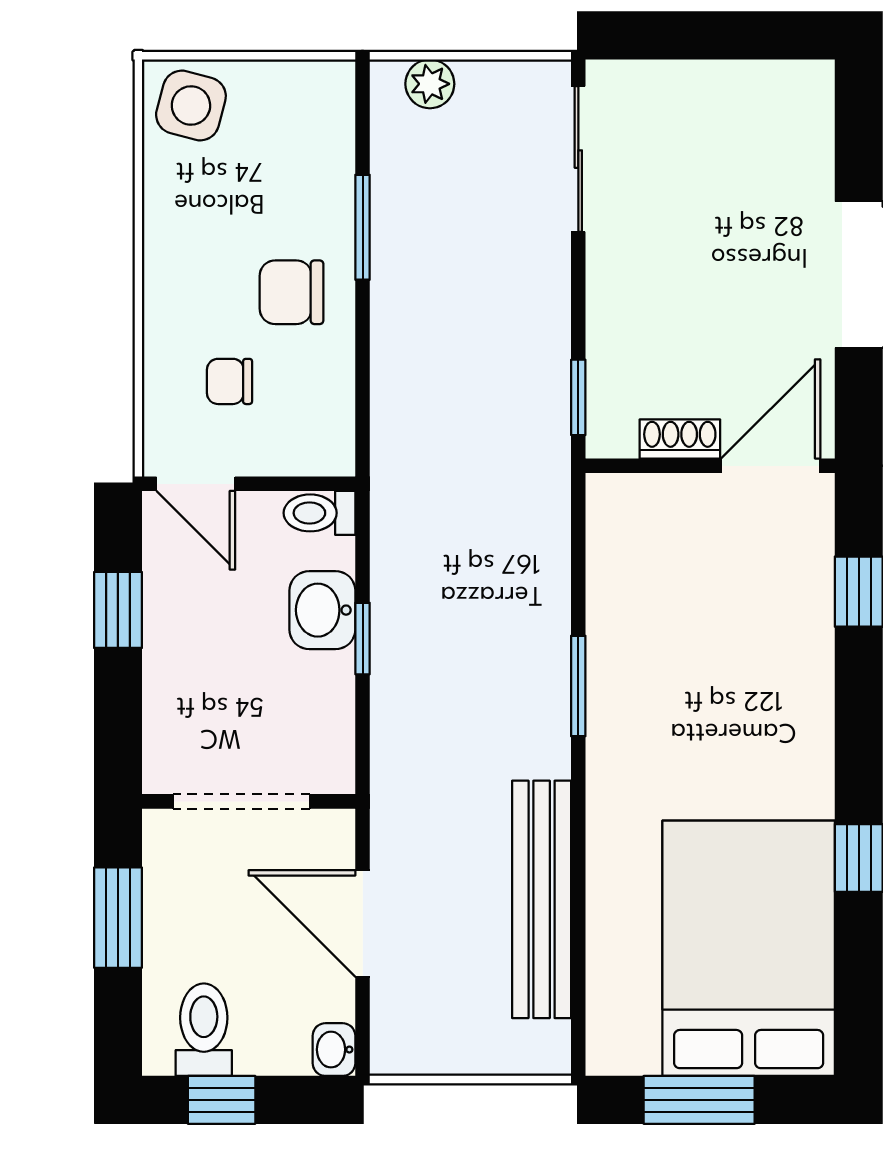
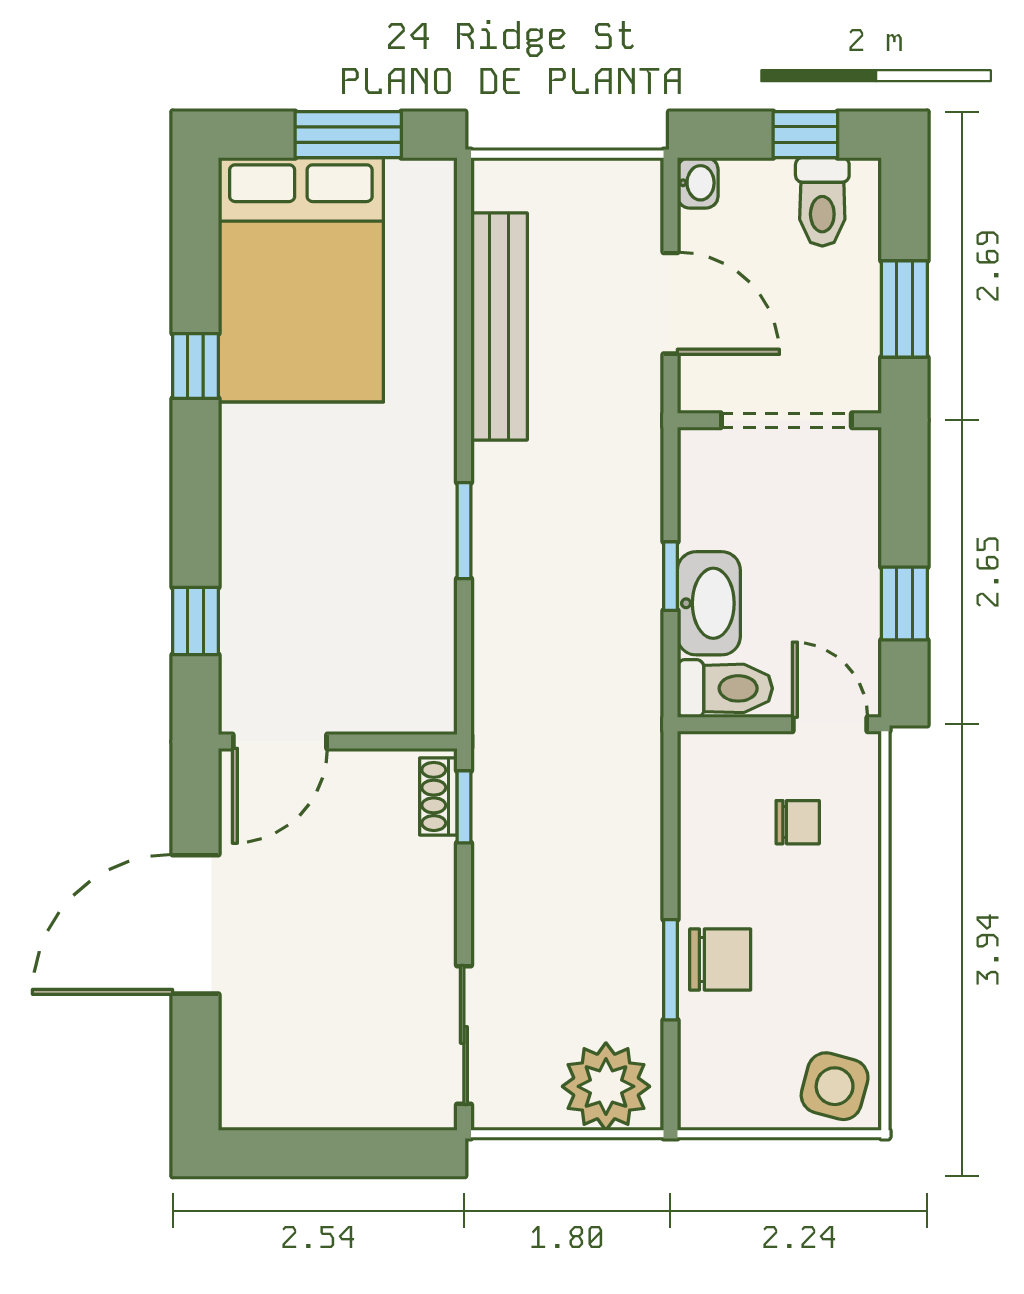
plant: (430, 84) -> (606, 1086), width x1.87, depth x1.87
chair: (291, 292) -> (720, 959), moved
shoe rack: (680, 439) -> (438, 796), moved, turned 90
toilet: (319, 513) -> (725, 688), width x1.37, depth x1.39
washbasin: (322, 610) -> (709, 603), width x1.38

